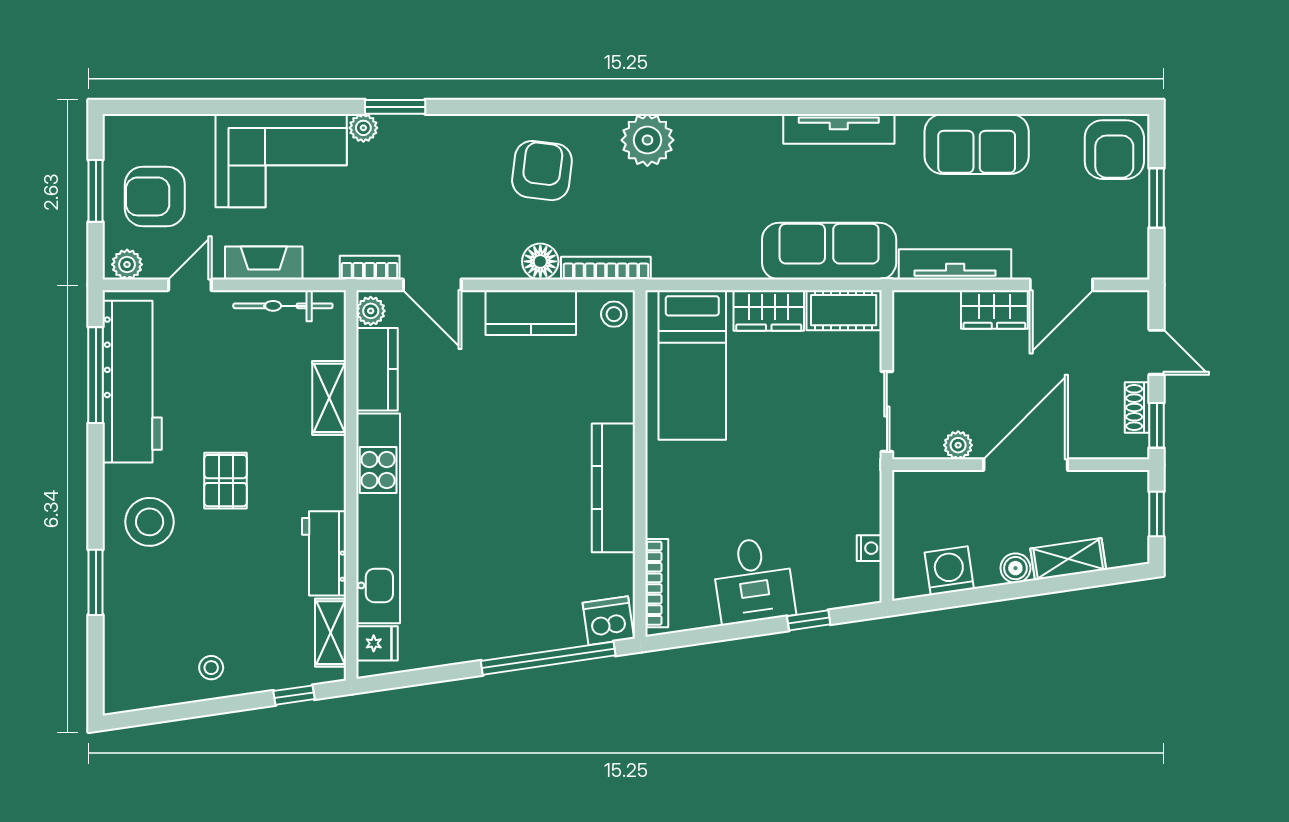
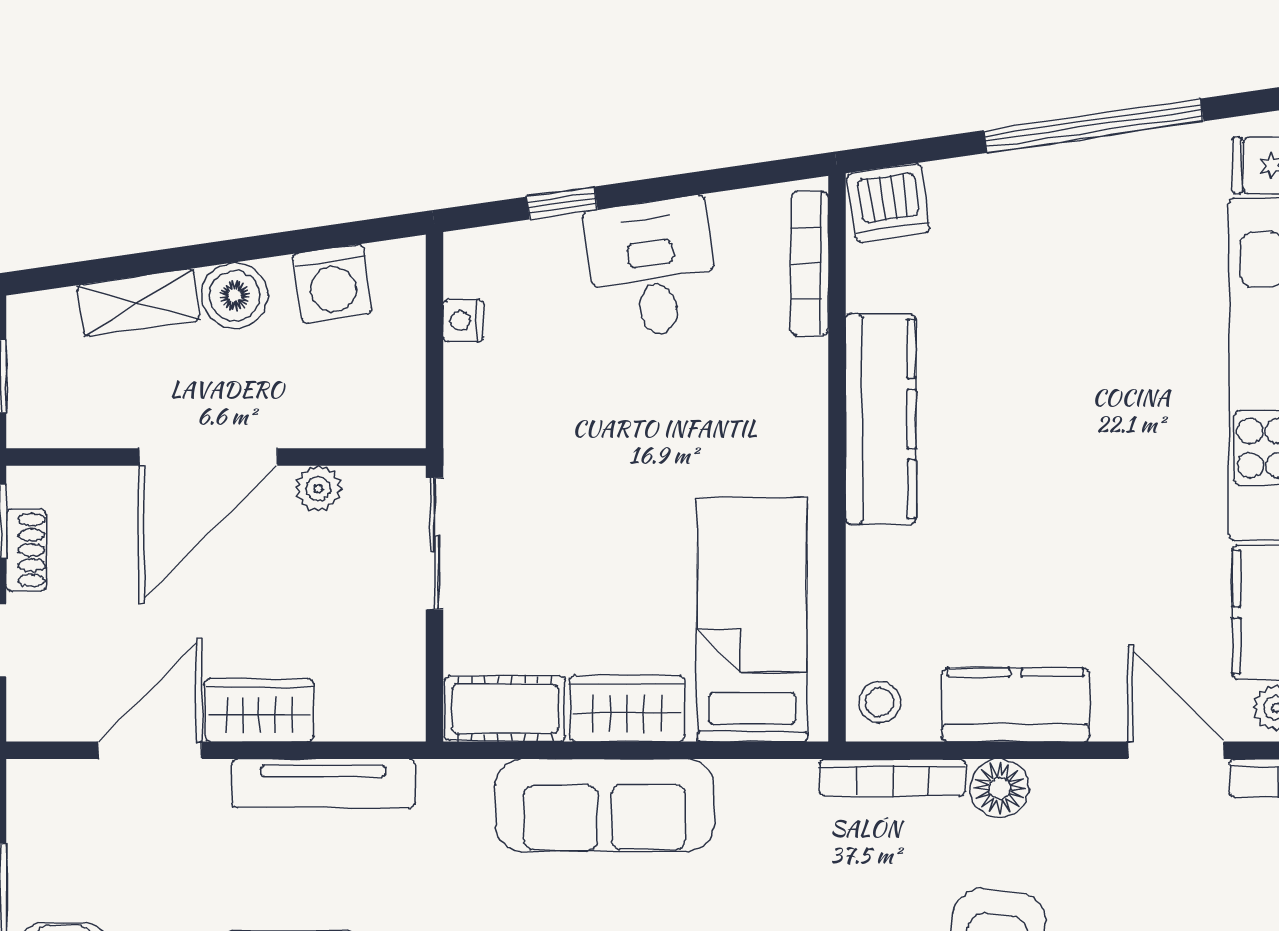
sofa: (829, 251) -> (604, 805), moved
boiler: (1015, 568) -> (235, 296), width x1.36, depth x1.36
window: (548, 658) -> (1094, 126), moved

